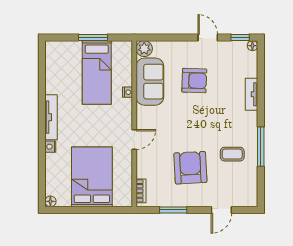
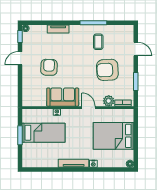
plant: (144, 49) -> (109, 101), moved
sofa: (150, 82) -> (63, 97), moved

